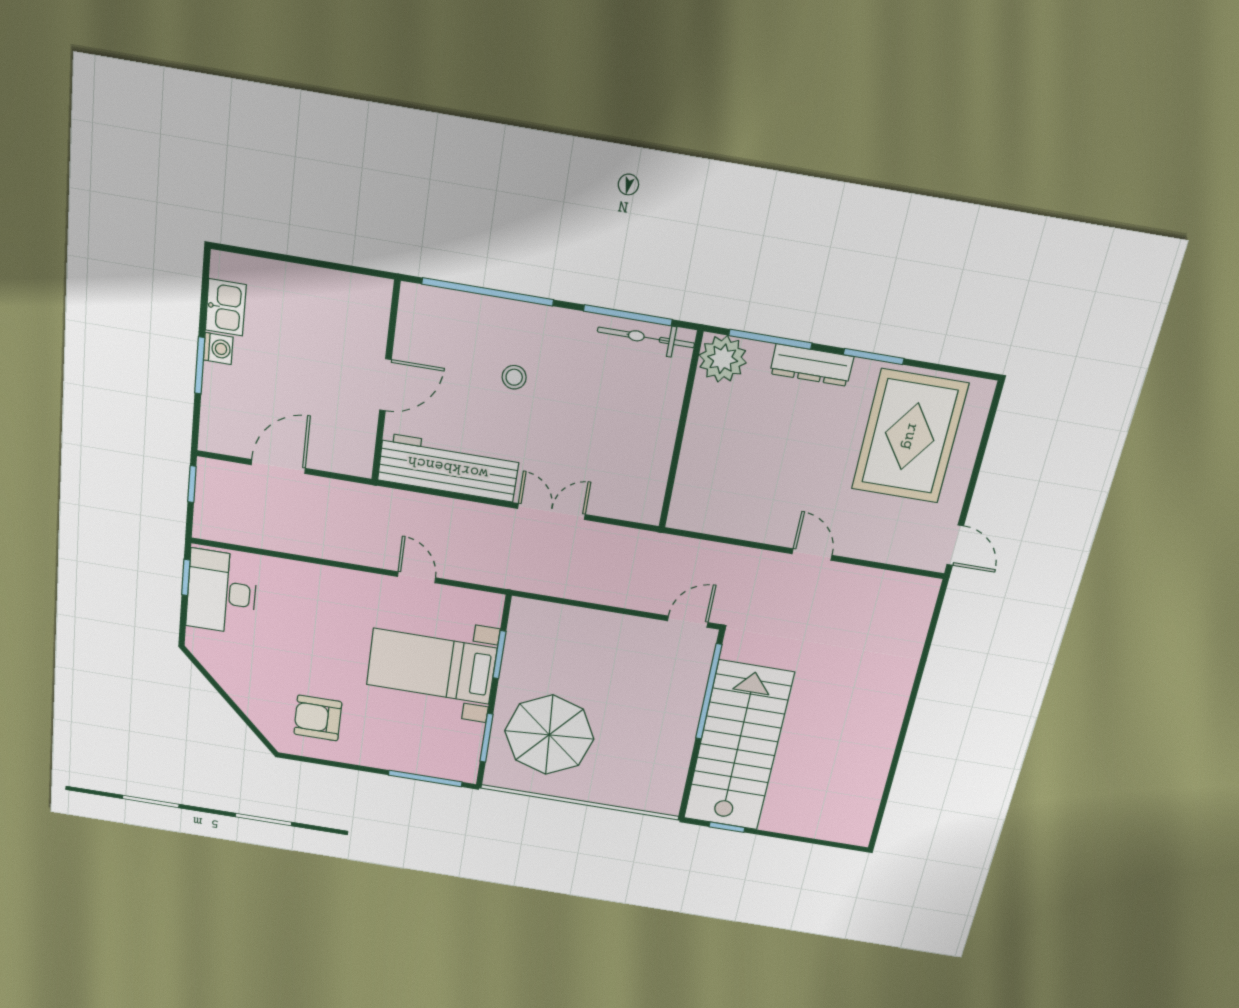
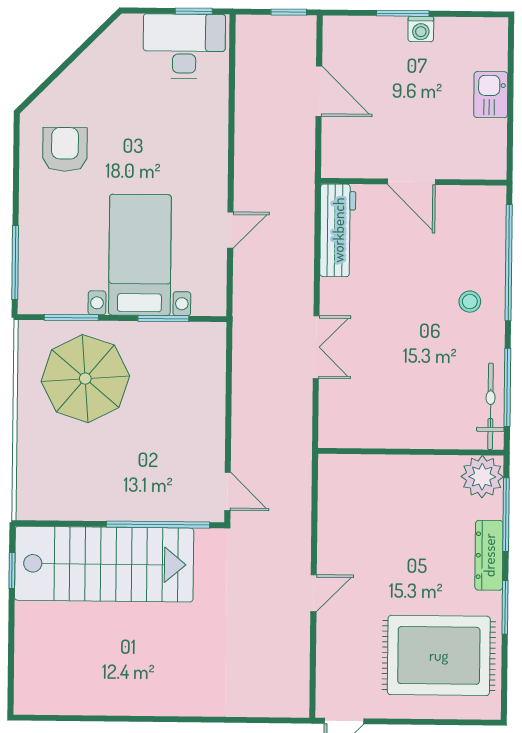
kitchen sink: (226, 307) -> (491, 95), moved, turned 90
stool: (514, 377) -> (470, 302), moved
workbench: (448, 467) -> (338, 230), width x0.73, depth x0.76

